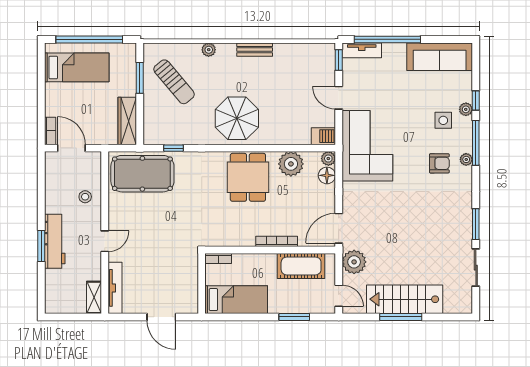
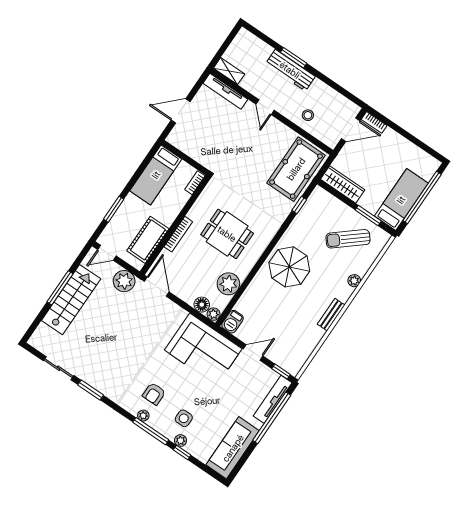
tv unit: (362, 50) -> (273, 399), width x1.41
bed: (77, 67) -> (401, 200), moved, turned 180
dining table: (248, 177) -> (227, 234), moved

